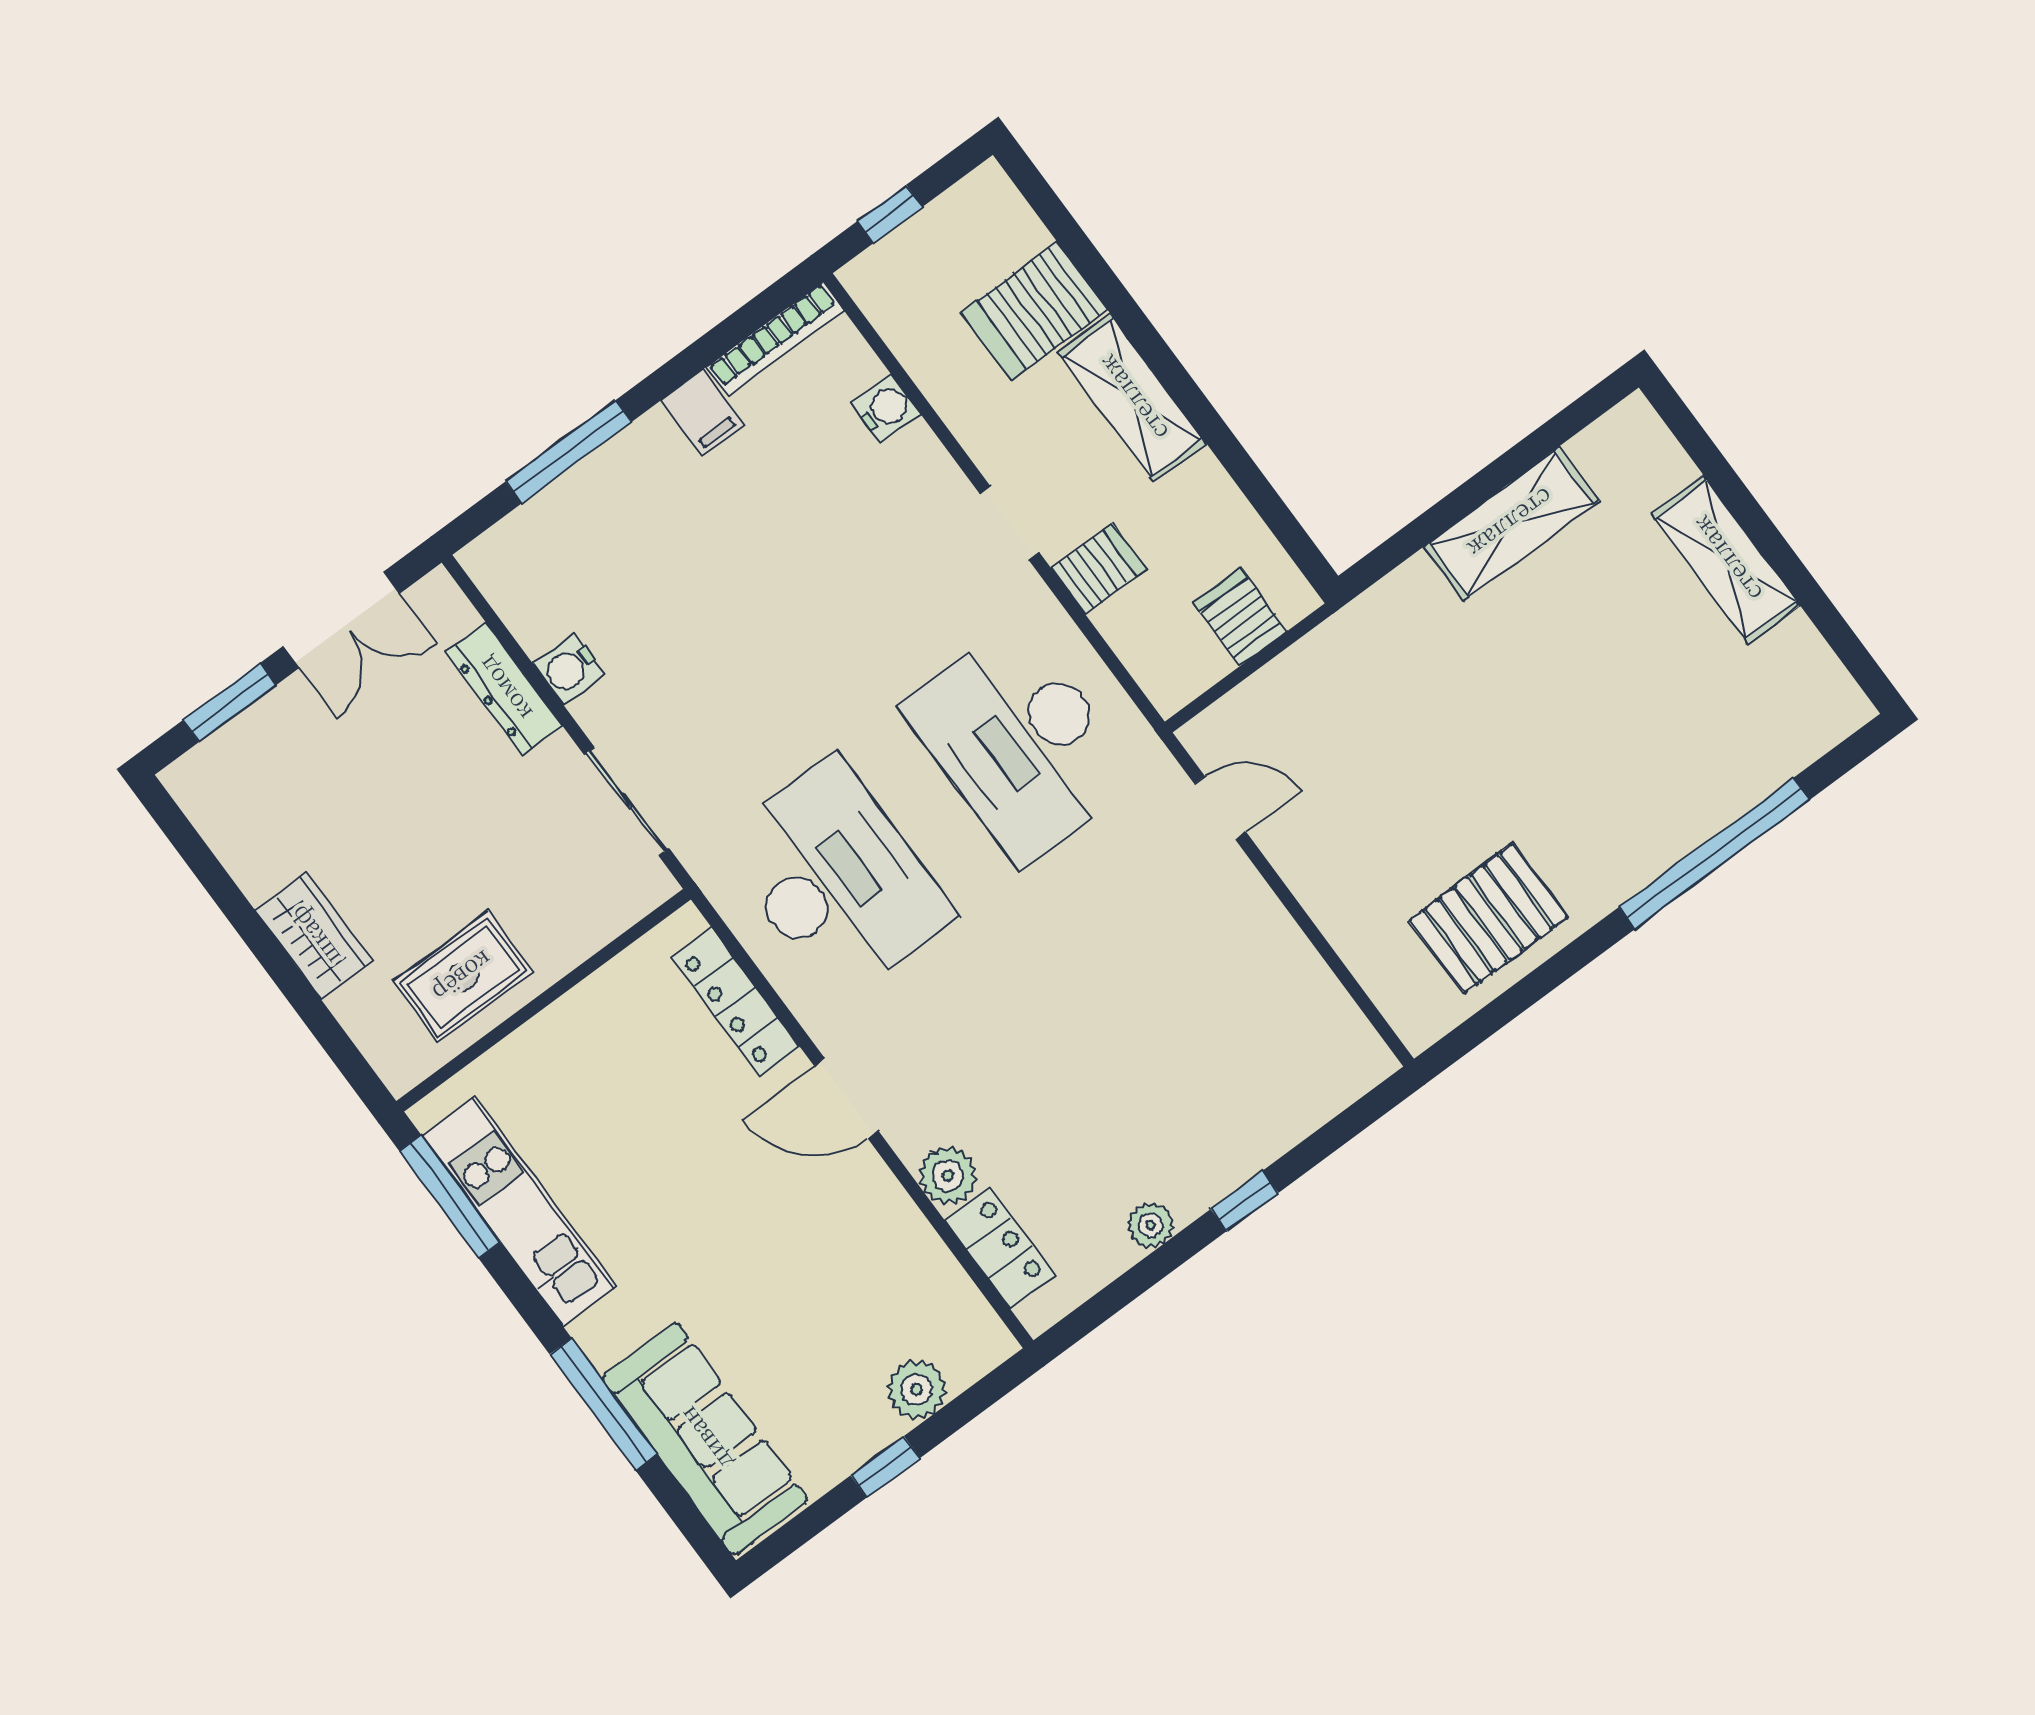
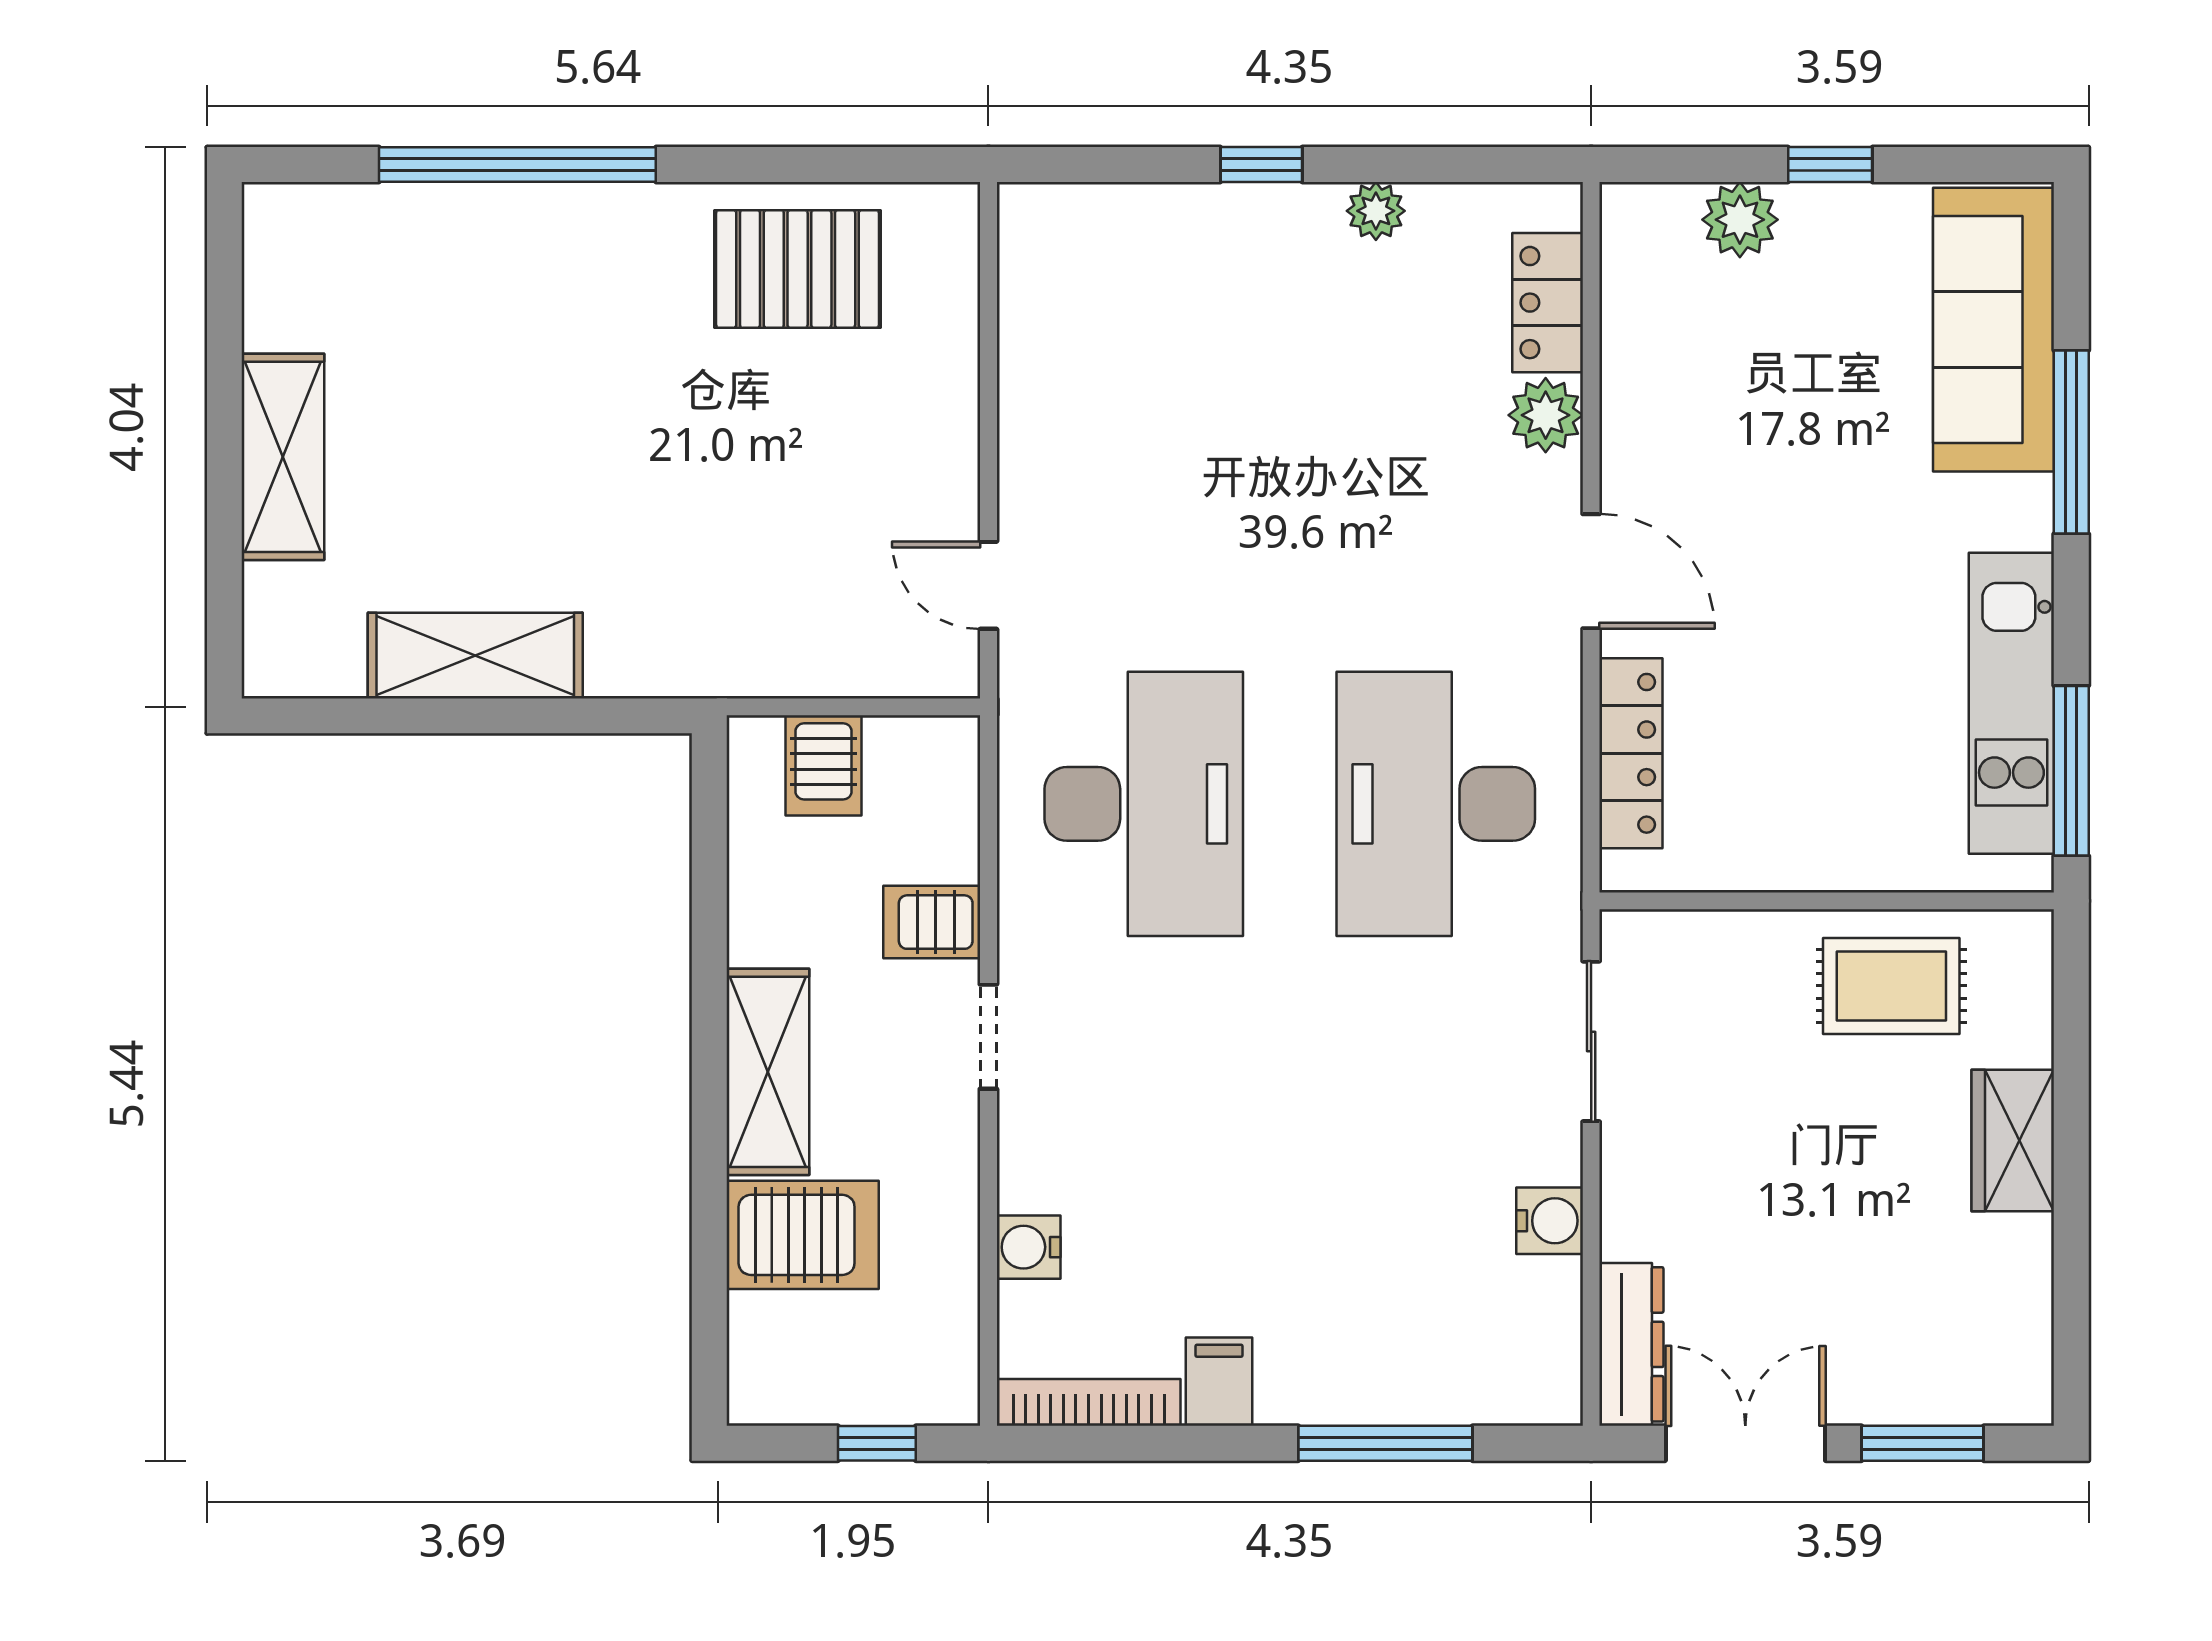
dresser: (504, 689) -> (1631, 1344), moved

